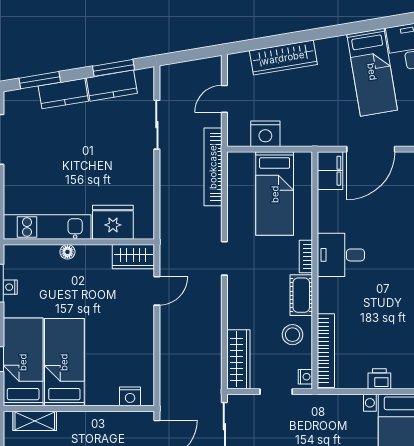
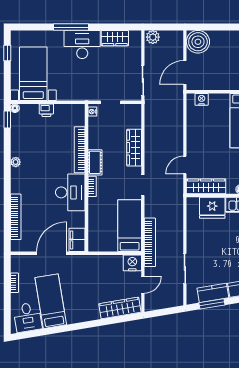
wardrobe: (283, 58) -> (120, 308), moved
nightstand: (265, 134) -> (132, 263), moved
bed: (275, 194) -> (130, 226), moved
desk: (341, 255) -> (70, 192), width x1.37
wardrobe: (133, 257) -> (206, 186), width x1.50
stool: (293, 335) -> (100, 138), removed
bookcase: (326, 351) -> (80, 150), moved
wardrobe: (238, 359) -> (134, 148), moved

